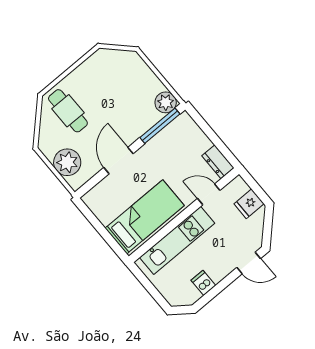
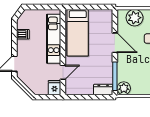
dresser: (218, 162) -> (103, 90), moved
fridge: (249, 204) -> (54, 88), moved

